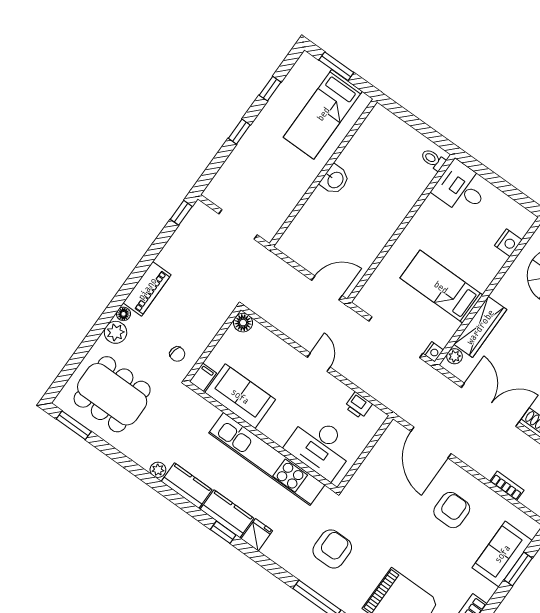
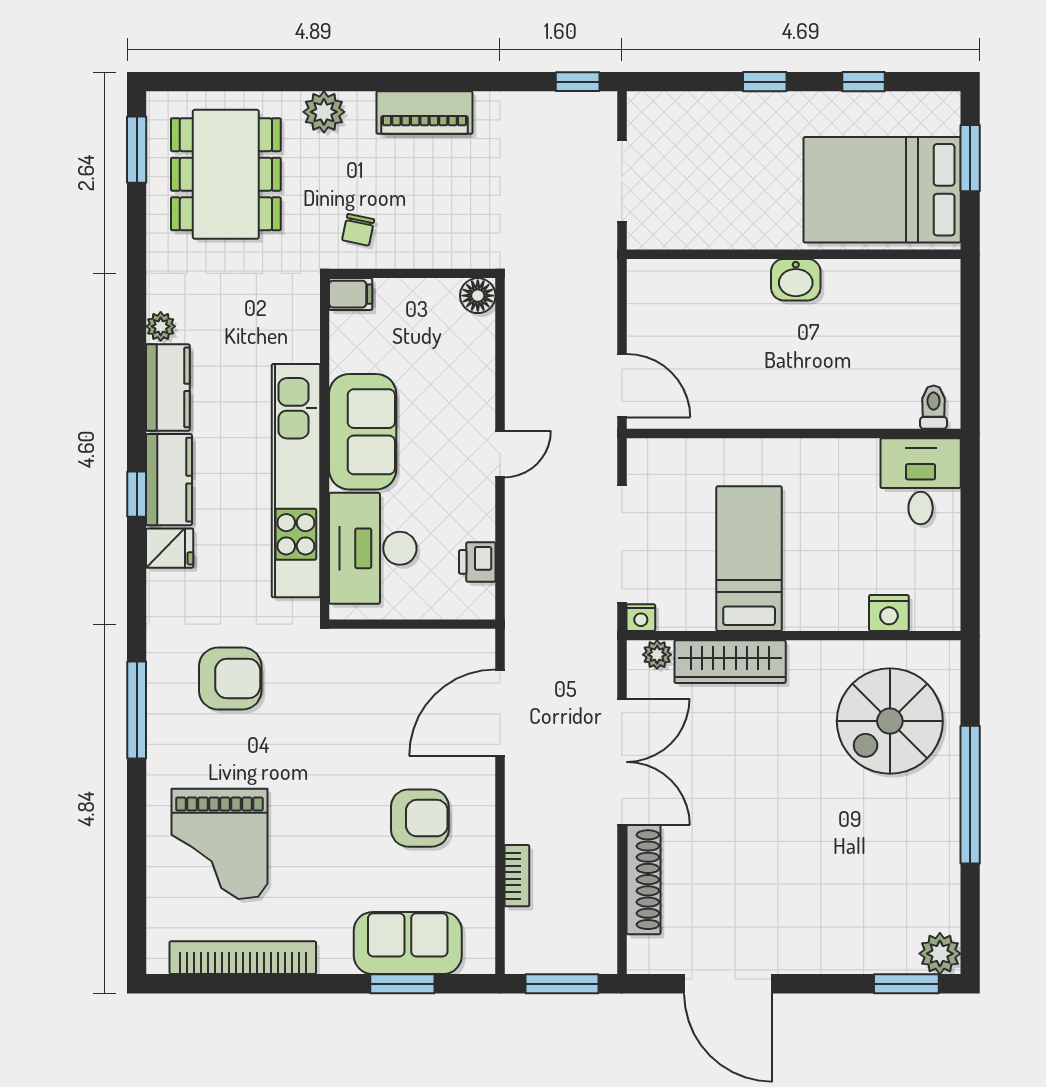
bed: (323, 114) -> (882, 190), width x1.50
floor lamp: (124, 314) -> (361, 104), removed
sofa: (240, 396) -> (363, 432), moved

